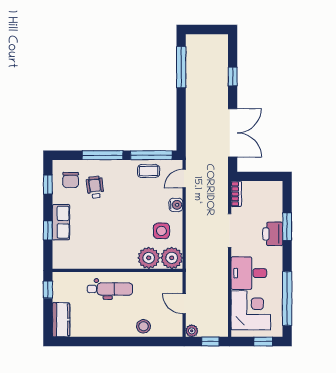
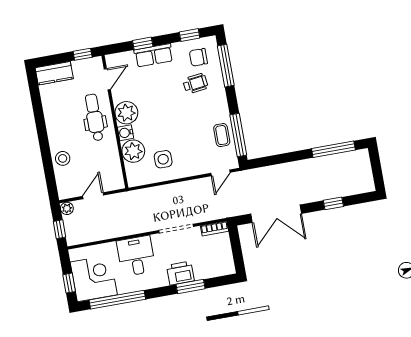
window: (103, 155) -> (226, 66), moved
door: (184, 179) -> (220, 173), swing flipped
water cooler: (176, 205) -> (126, 133), moved, turned 90
plant: (172, 258) -> (126, 113), moved
door: (76, 270) -> (107, 79), added
dental chair: (110, 289) -> (95, 117), turned 180
corner desk: (251, 310) -> (94, 278), moved, turned -90

